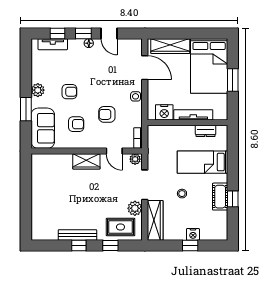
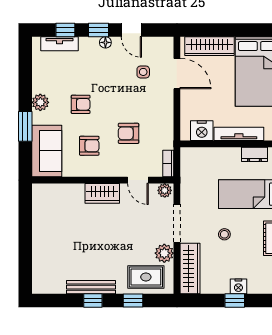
side table: (136, 96) -> (143, 72), moved

